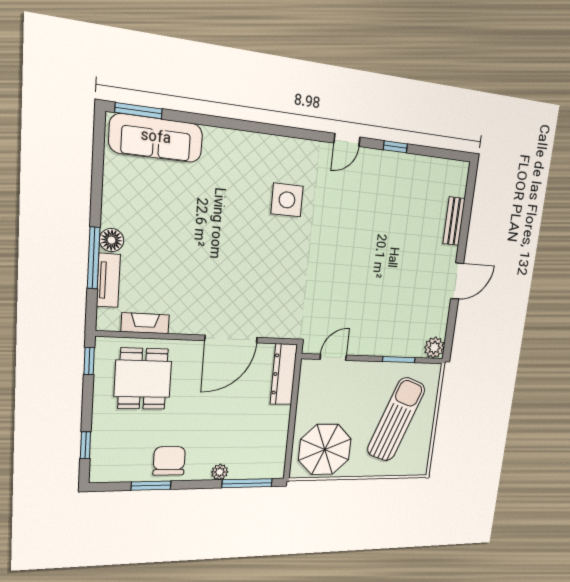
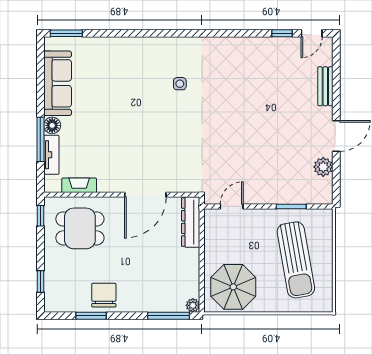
sofa: (156, 138) -> (58, 83), moved, turned -90
door: (347, 140) -> (312, 33), moved
window: (395, 147) -> (282, 33), moved
side table: (287, 200) -> (180, 84), width x0.54, depth x0.54
plant: (434, 348) -> (323, 167), moved
dining table: (143, 379) -> (80, 228), turned 90
sun lounger: (396, 419) -> (296, 260), turned 150
plant: (220, 472) -> (193, 305), moved

